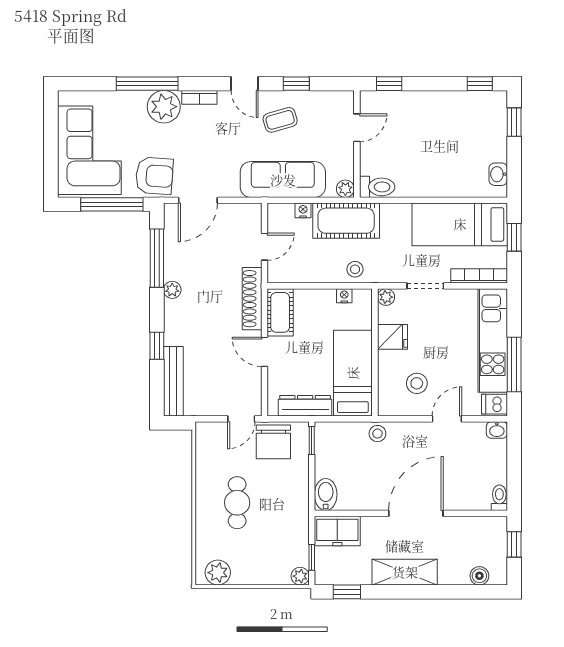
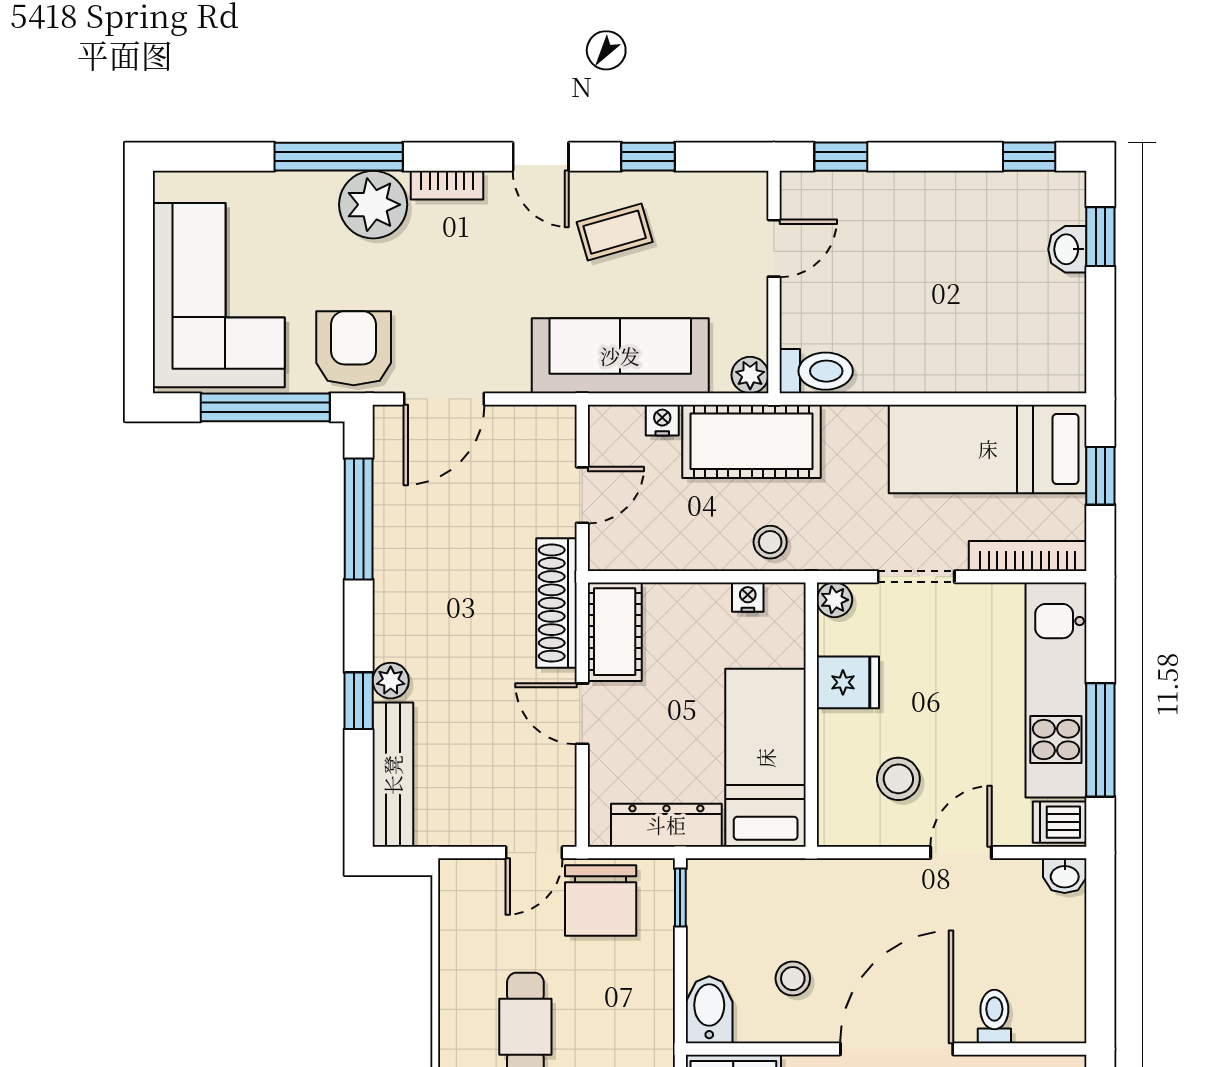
washbasin: (498, 174) -> (1067, 249), moved
armchair: (154, 176) -> (354, 348), turned -94
plant: (172, 290) -> (391, 681), moved
stool: (377, 434) -> (793, 979), moved
toilet: (499, 498) -> (994, 1017), moved

